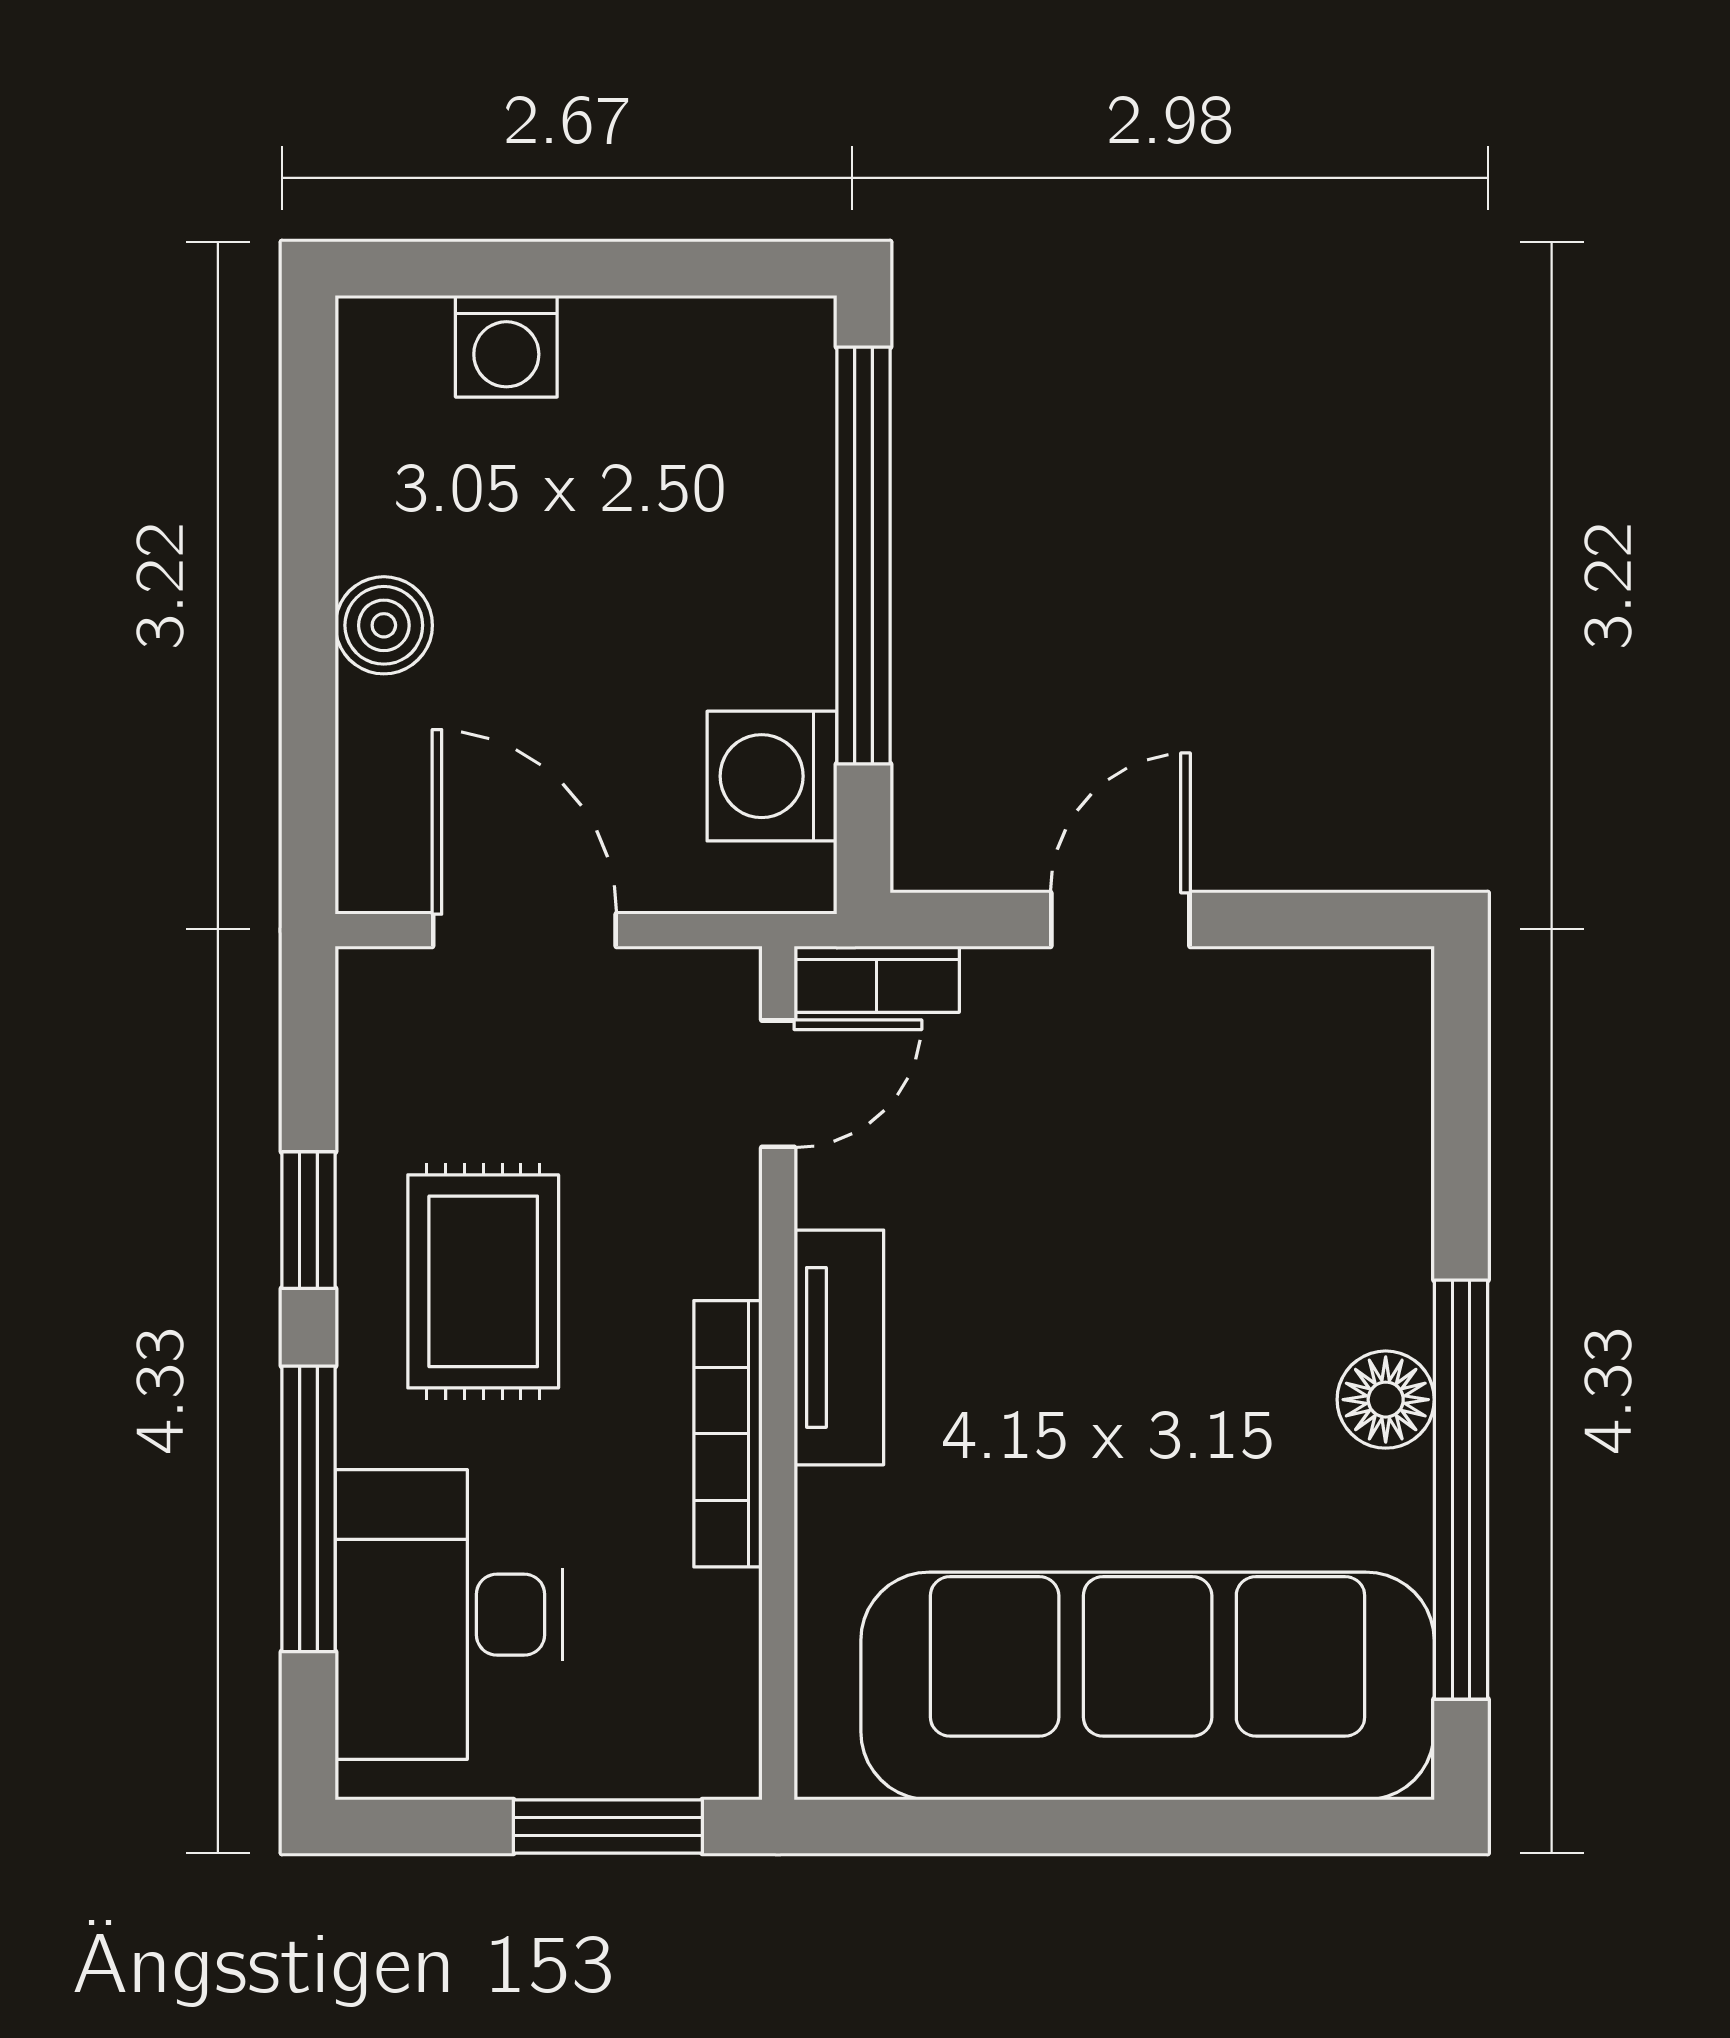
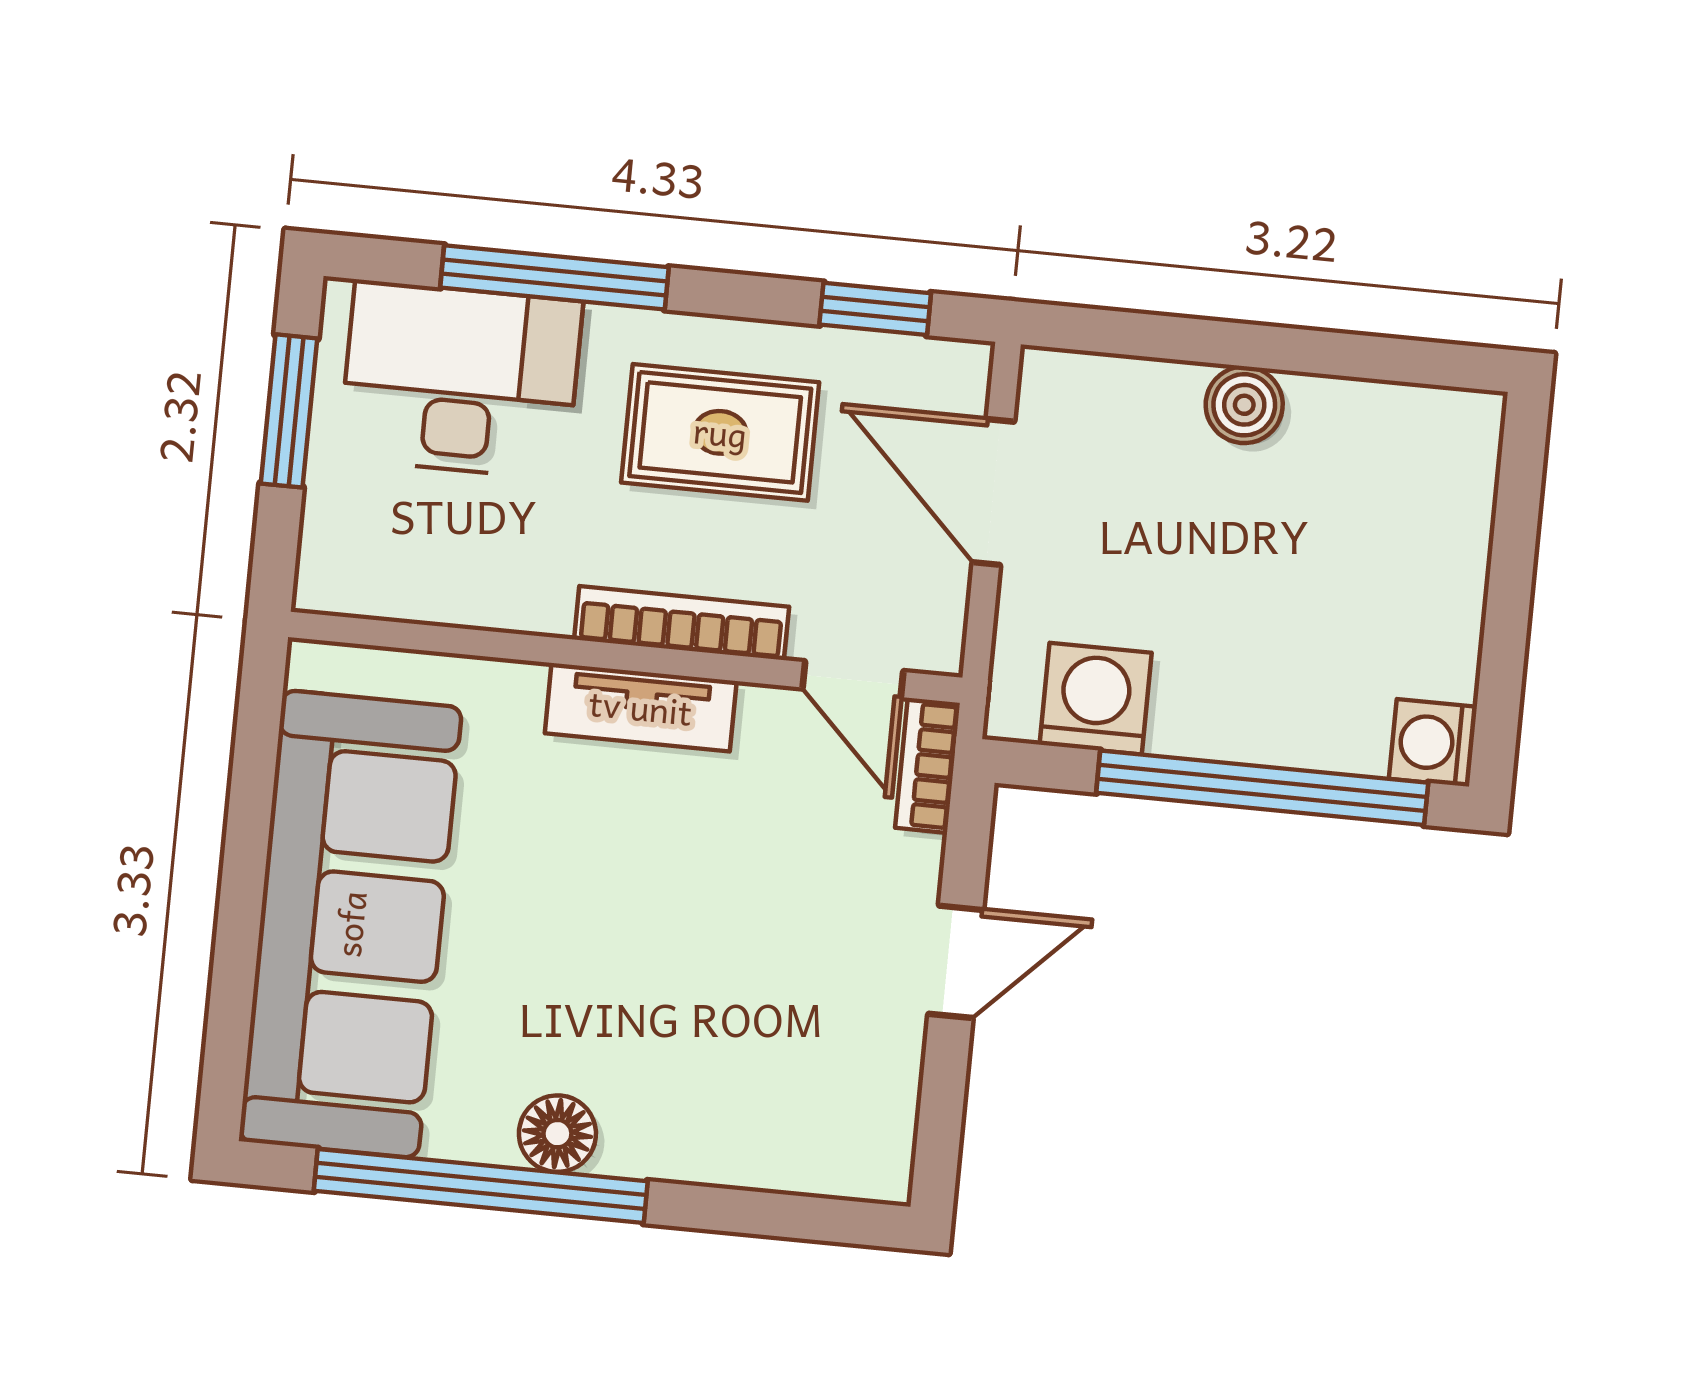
washing machine: (506, 346) -> (1433, 743), moved
door: (1120, 919) -> (956, 962), hinge flipped
door: (524, 930) -> (993, 492), swing flipped
window: (309, 1220) -> (875, 309), moved
bookcase: (728, 1434) -> (682, 623), moved
window: (608, 1827) -> (289, 411), moved

